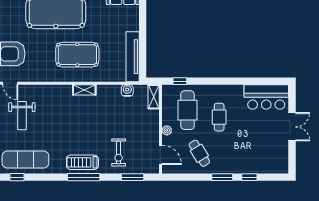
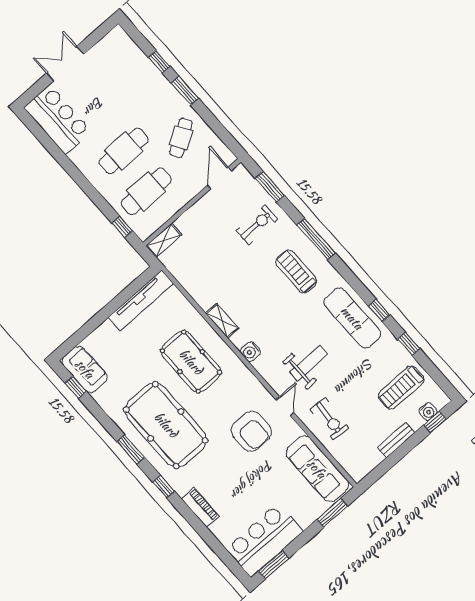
water cooler: (127, 90) -> (250, 352), moved
cafe table: (219, 117) -> (124, 151), width x1.37, depth x1.35
plant: (167, 130) -> (187, 194), removed
treadmill: (82, 162) -> (296, 272), moved, turned 180

